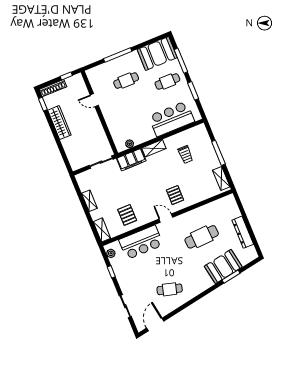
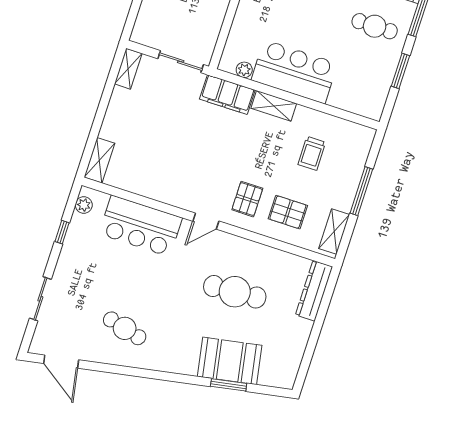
bar counter: (172, 119) -> (294, 72), moved
shelving: (89, 201) -> (128, 69), moved
pallet: (127, 215) -> (288, 212), moved, turned 90
door: (166, 218) -> (206, 221), swing flipped
dresser: (243, 232) -> (314, 291), moved
door: (155, 325) -> (61, 362), swing flipped

